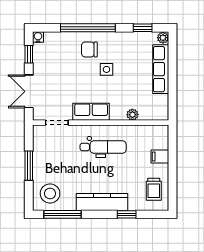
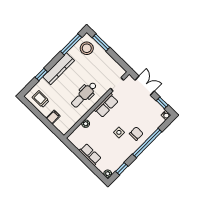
row of seats: (161, 69) -> (90, 154), width x0.68
window: (29, 166) -> (101, 42), moved

